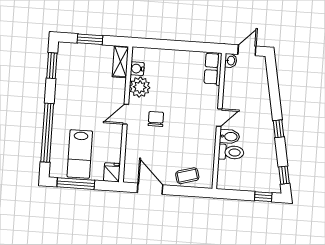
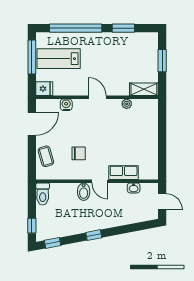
washbasin: (231, 61) -> (134, 188), moved
window: (52, 66) -> (123, 28), moved
water cooler: (137, 69) -> (66, 105), moved
row of seats: (213, 69) -> (124, 173), moved
plant: (140, 87) -> (127, 104), width x0.53, depth x0.53
chair: (156, 119) -> (79, 153), moved
toilet: (231, 152) -> (43, 194), moved

